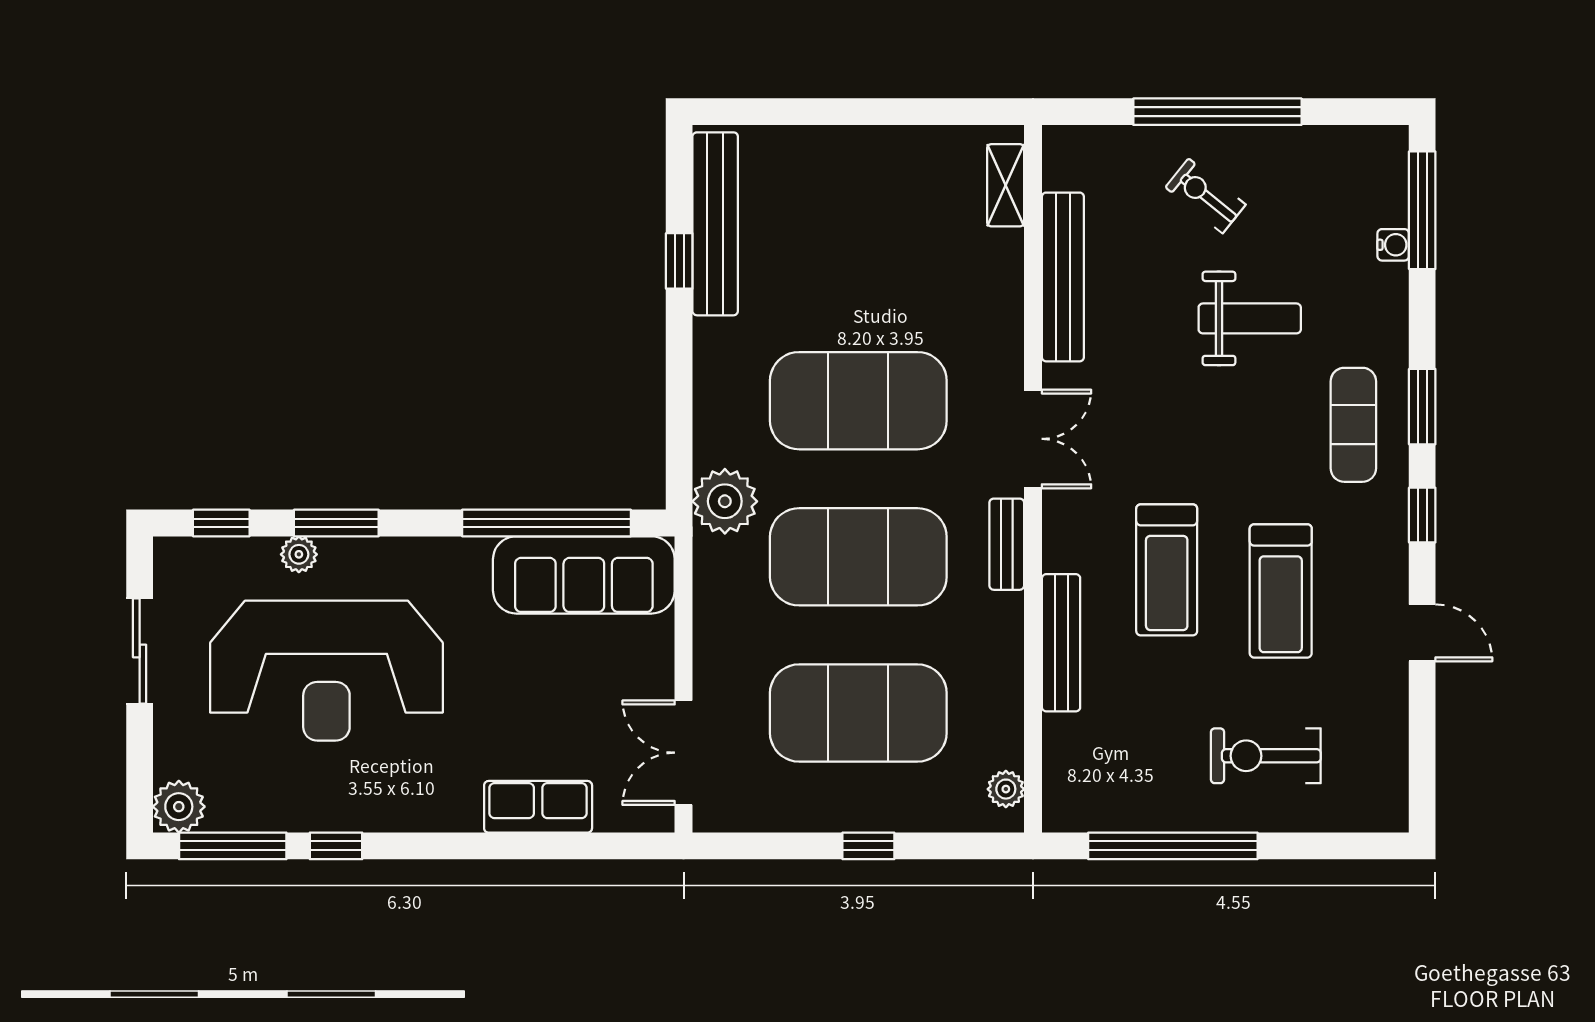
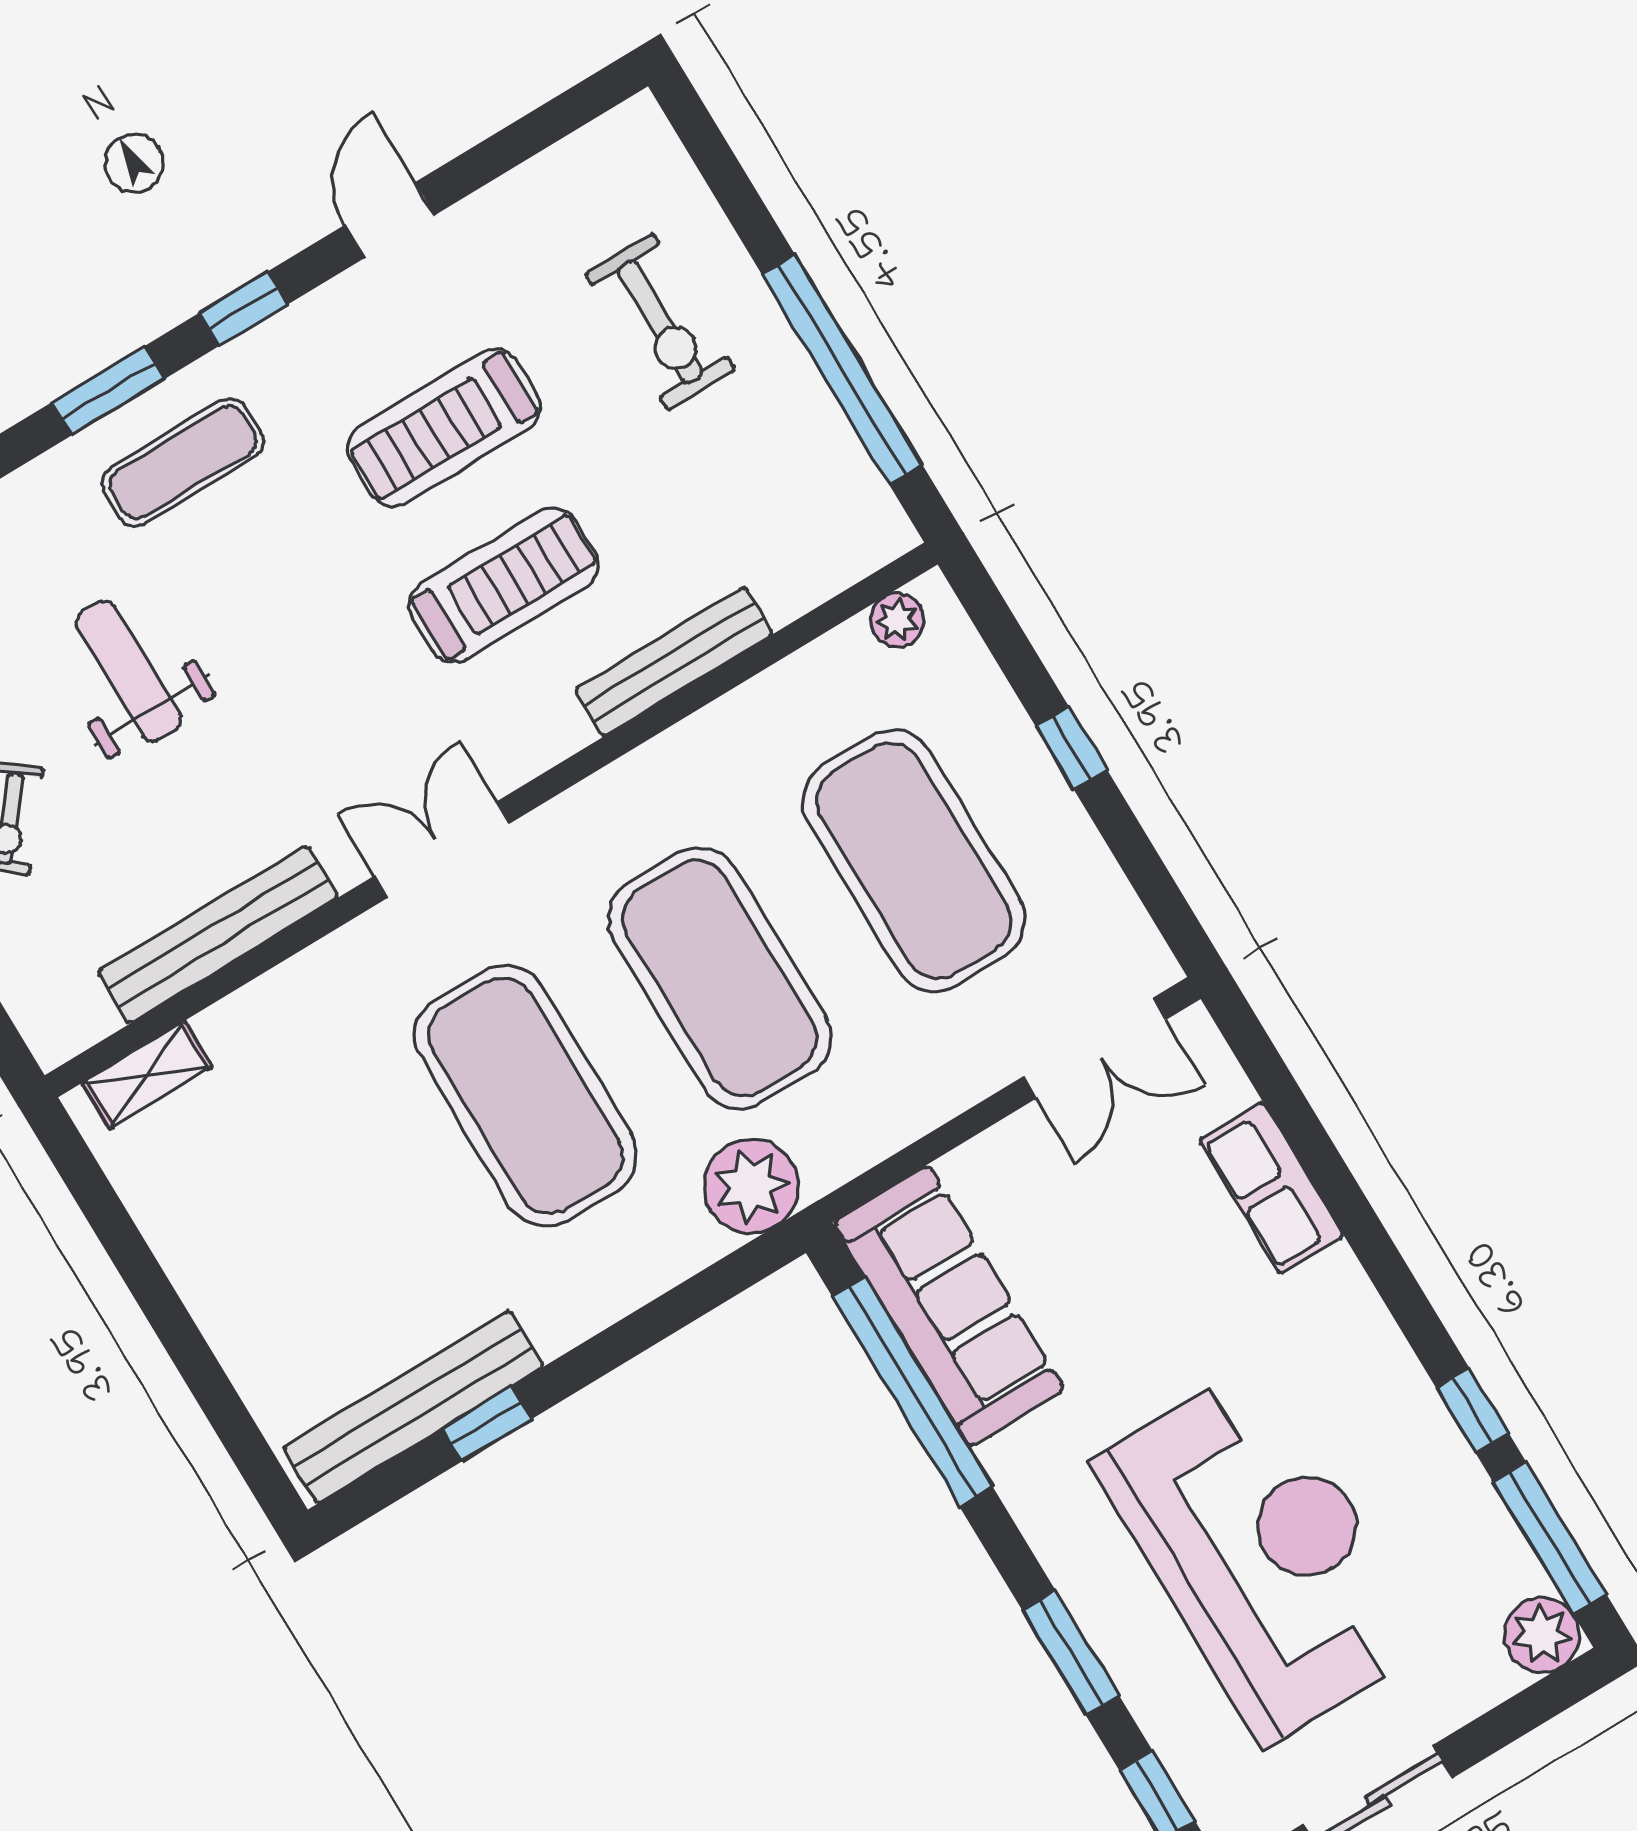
bench: (1007, 544) -> (592, 803), removed
plant: (299, 554) -> (1138, 1676), removed
treadmill: (1281, 591) -> (444, 428), turned 180

